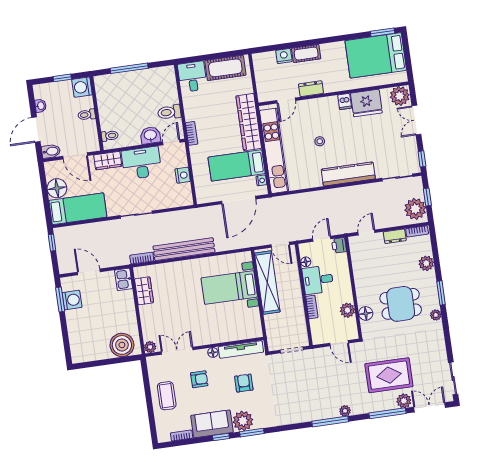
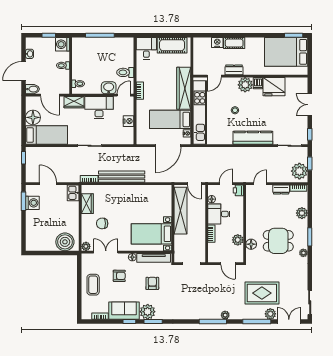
plant: (400, 96) -> (245, 85), moved
bed with nightstands: (229, 288) -> (151, 234), moved
chair: (167, 314) -> (102, 223), added

